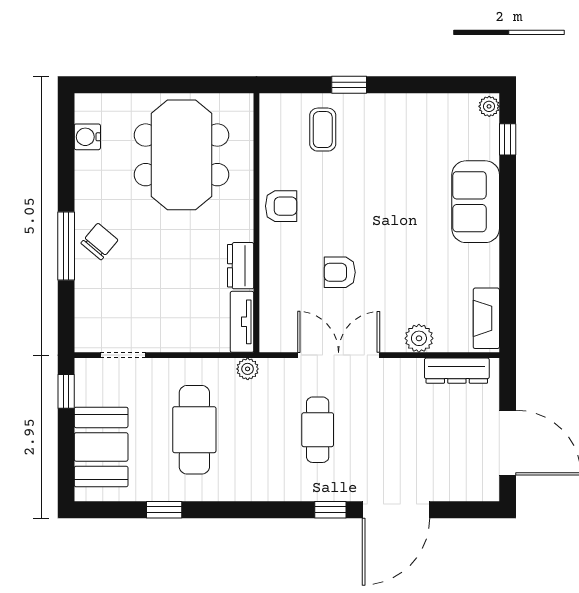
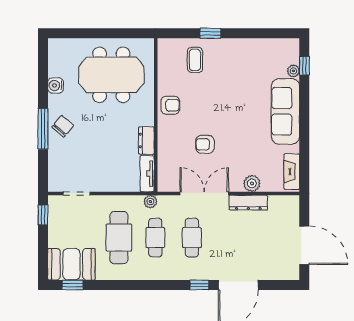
plant: (489, 106) -> (293, 71), moved
water cooler: (87, 137) -> (56, 86), moved
meeting table: (182, 155) -> (111, 75), turned 90
sofa: (476, 202) -> (285, 111), width x1.36
dresser: (457, 371) -> (248, 203), moved
cafe table: (256, 430) -> (155, 238), added
booth: (101, 447) -> (71, 264), moved, turned 90
window: (164, 510) -> (73, 285), moved

